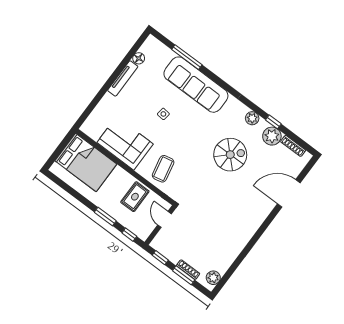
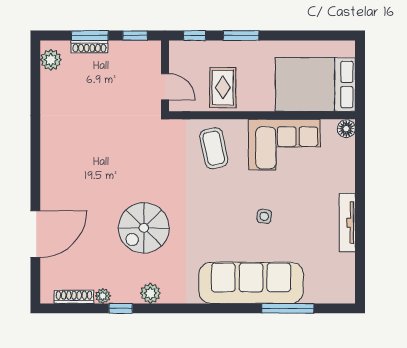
floor lamp: (139, 58) -> (346, 129), moved
plant: (272, 136) -> (103, 296), width x0.53, depth x0.53

